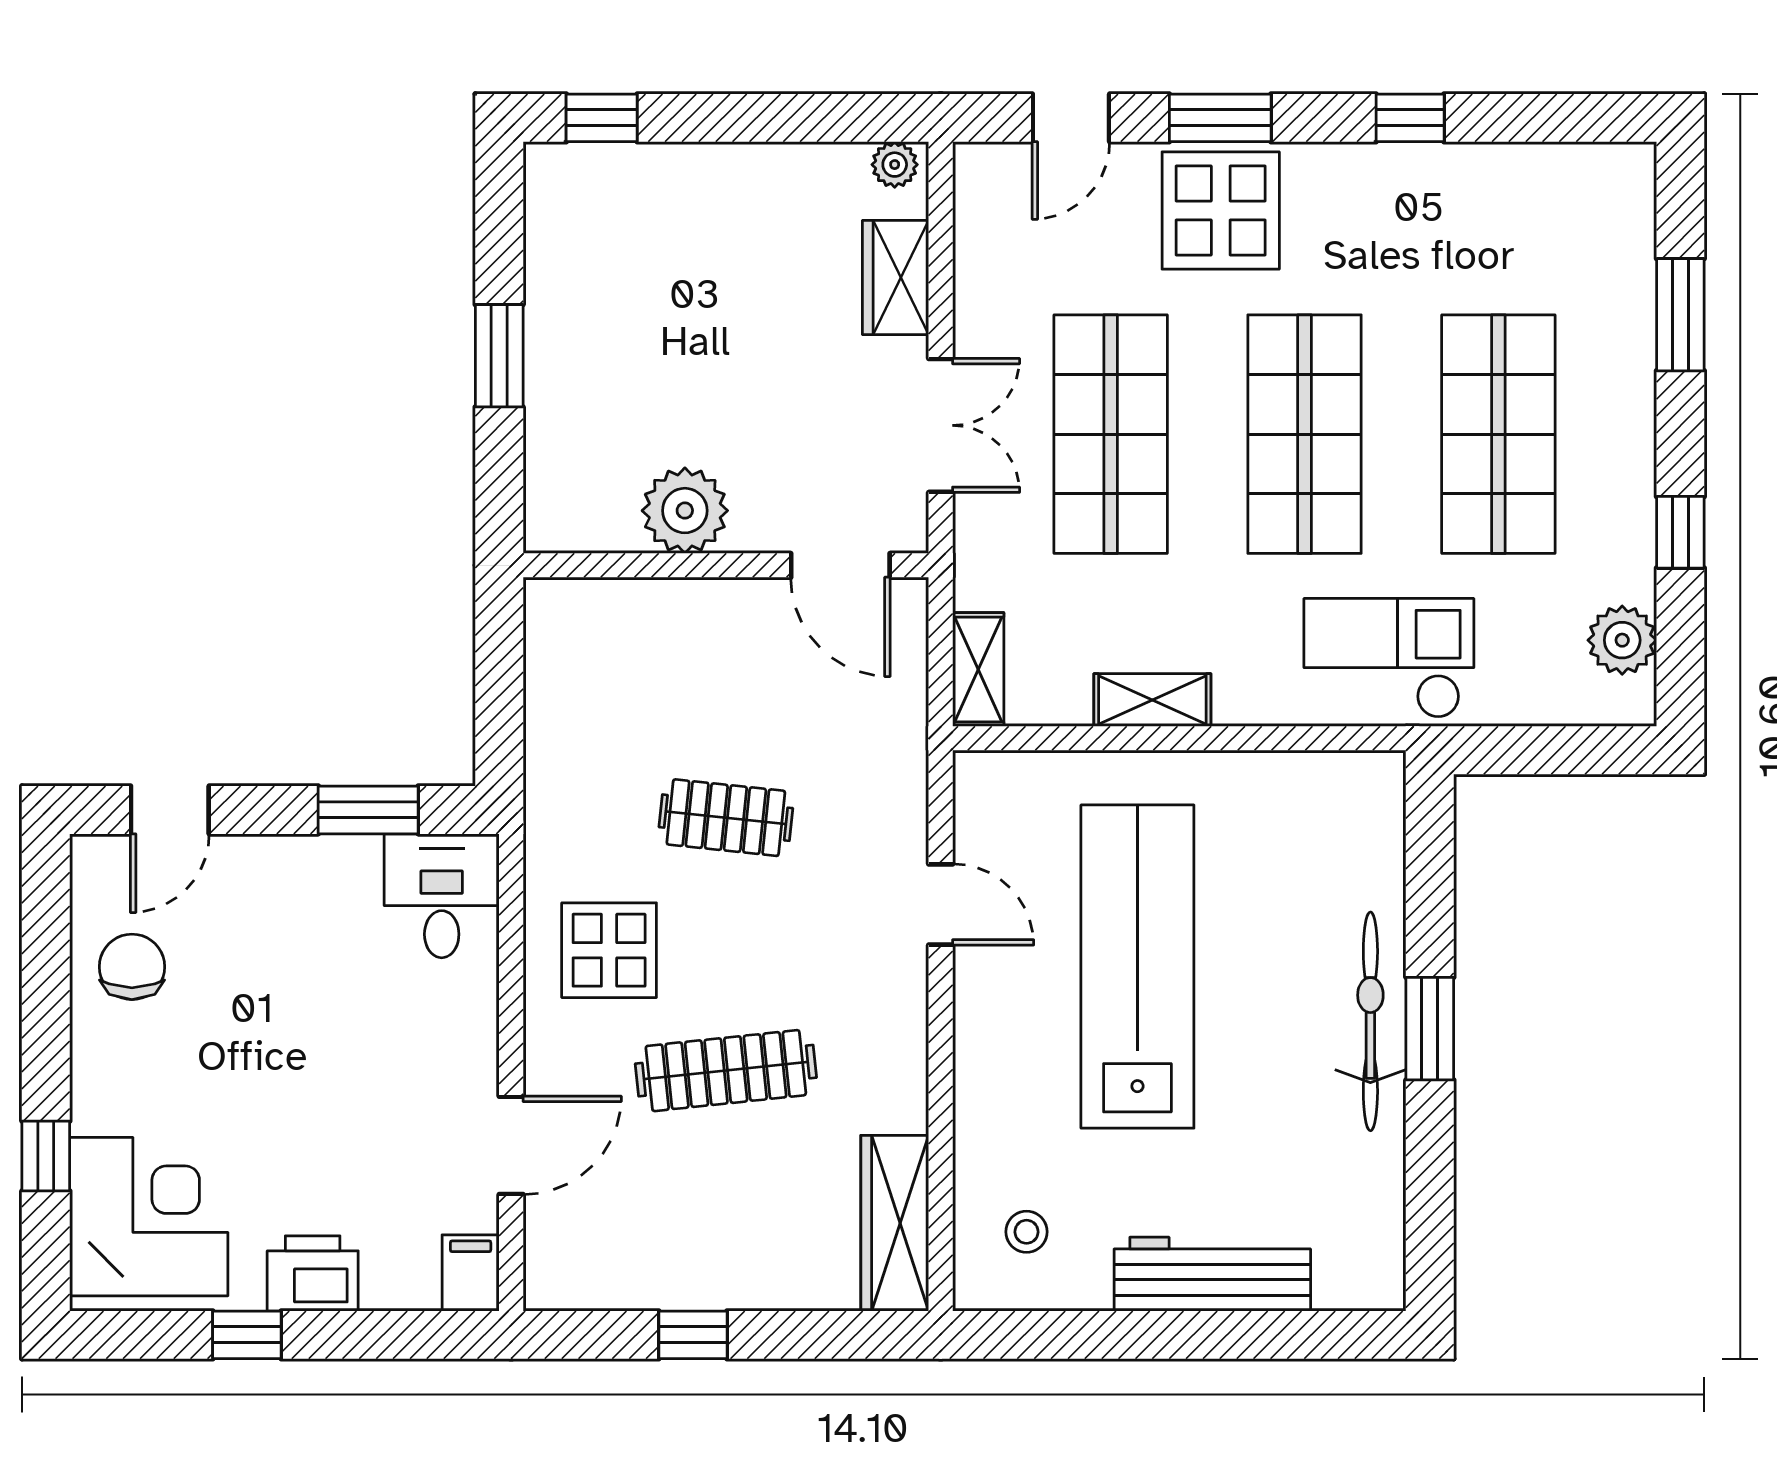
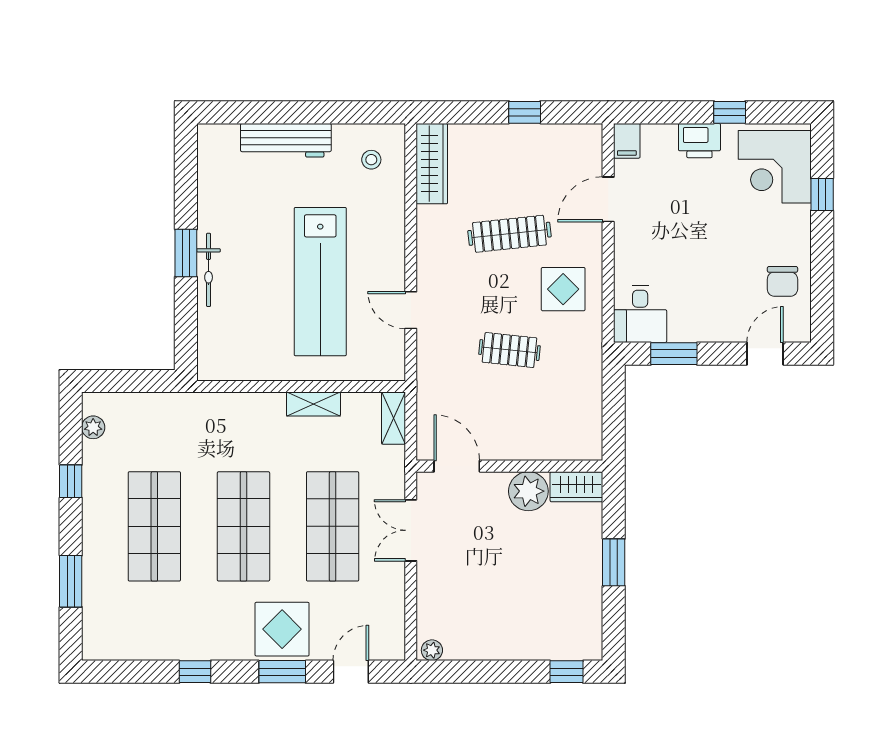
wardrobe: (896, 277) -> (576, 487), moved, turned 90
plant: (1622, 640) -> (93, 427), width x0.73, depth x0.73
checkout: (1389, 658) -> (205, 423), removed
bicycle: (1370, 1021) -> (209, 270), width x0.73, depth x0.71

